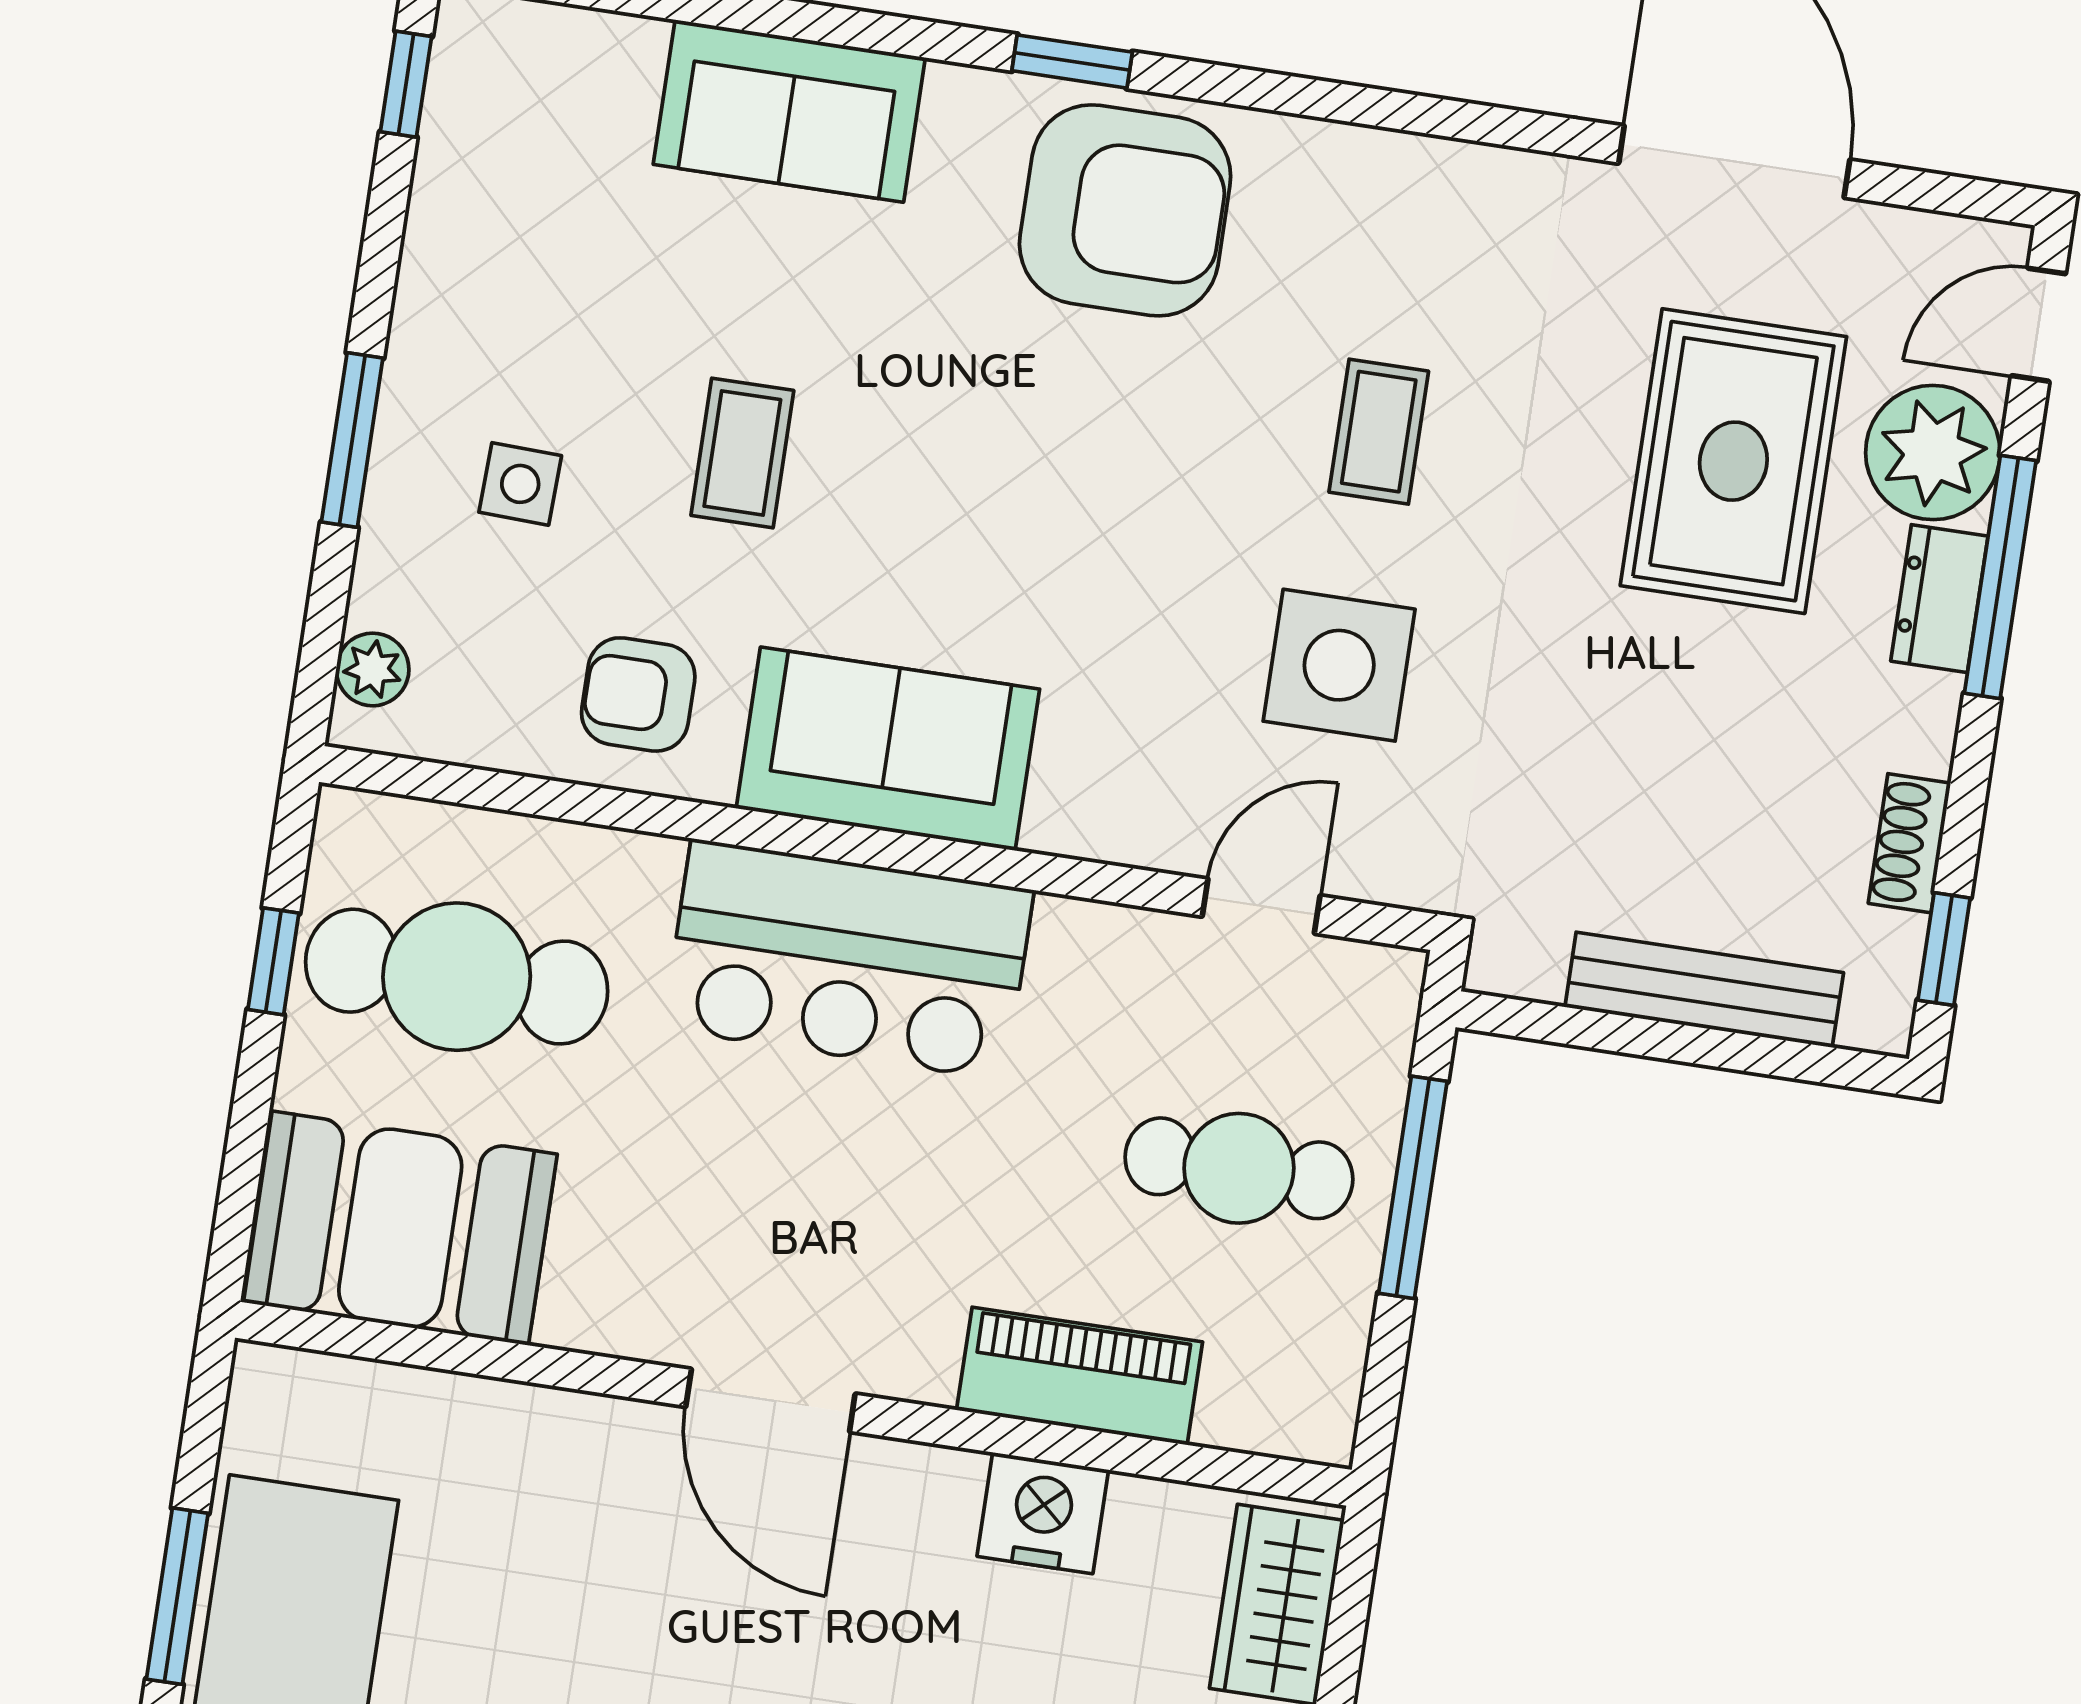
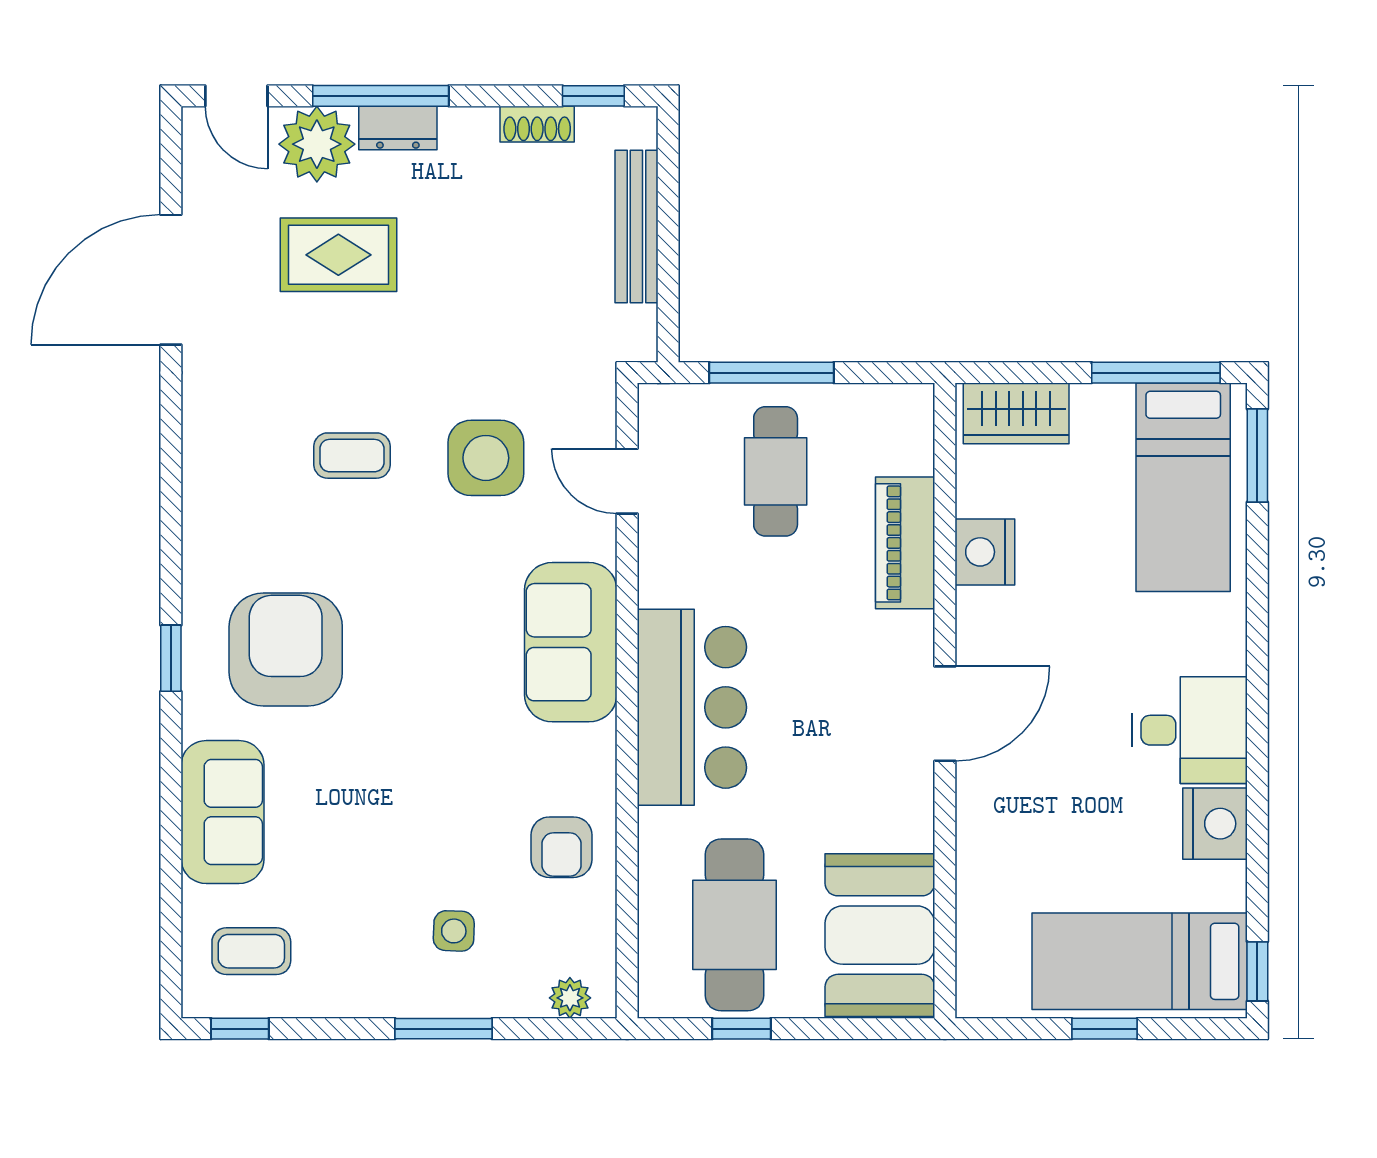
armchair: (1125, 210) -> (286, 650), moved
coffee table: (742, 453) -> (251, 951), moved
rug: (1733, 461) -> (338, 255), width x0.73, depth x0.70
sofa: (888, 749) -> (571, 642), moved
window: (177, 1596) -> (1104, 1029), width x0.67

